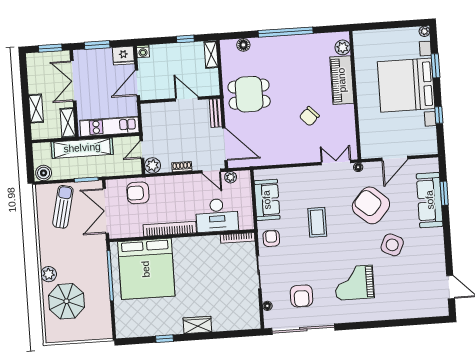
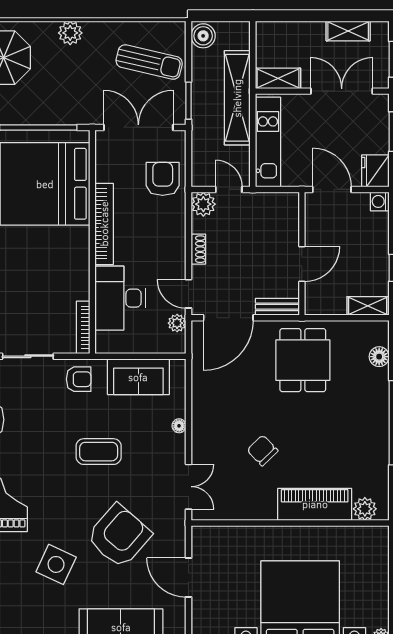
shelving: (36, 109) -> (348, 31), moved
floor lamp: (358, 167) -> (179, 426), moved
door: (211, 171) -> (189, 294), hinge flipped
plant: (49, 274) -> (70, 33), moved

